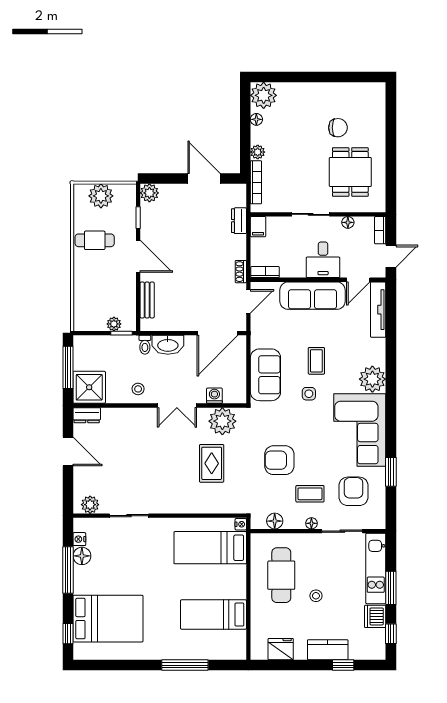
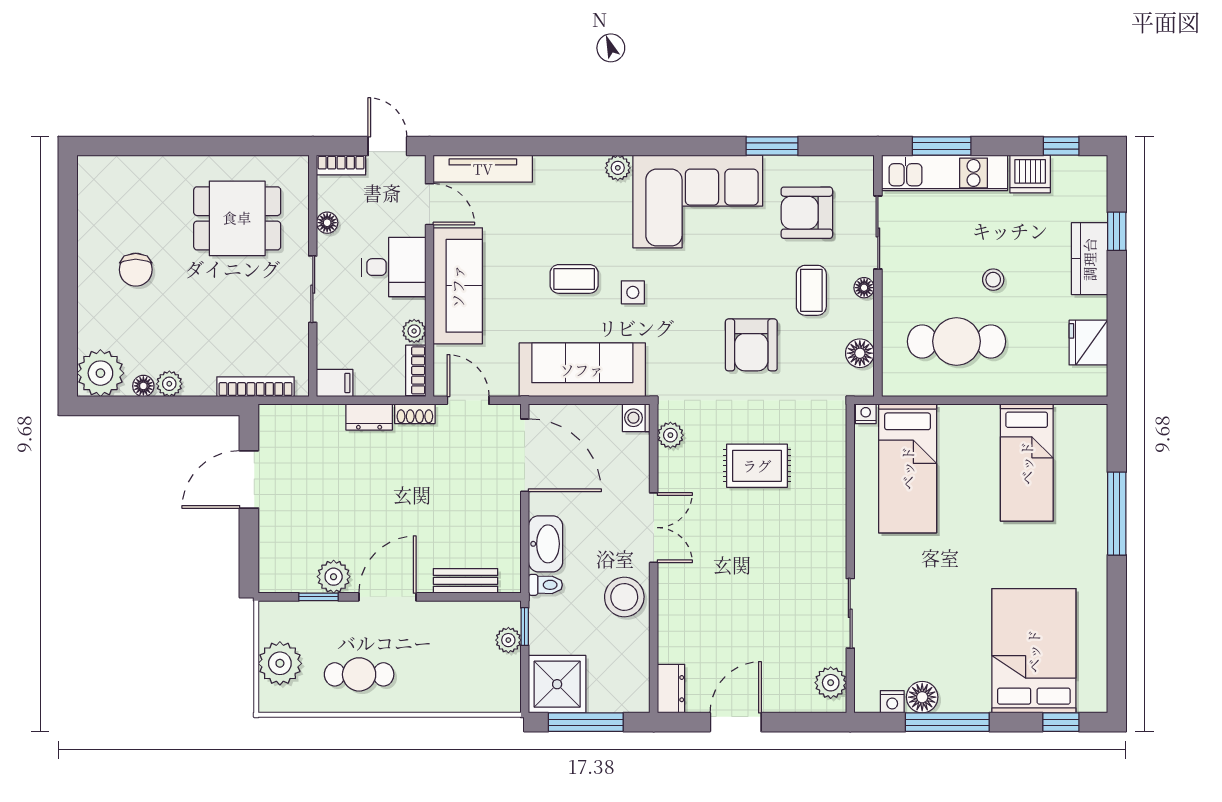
chair: (338, 128) -> (136, 270), moved, turned 180
plant: (258, 152) -> (169, 384), moved
plant: (149, 193) -> (334, 577), moved
dresser: (239, 221) -> (369, 417), moved
cafe table: (95, 240) -> (359, 674), turned 90
plant: (287, 271) -> (414, 331), added
sofa: (265, 375) -> (582, 370), width x1.36
plant: (372, 379) -> (618, 168), width x0.53, depth x0.53
shower: (89, 387) -> (557, 684), moved
stool: (138, 389) -> (624, 597), width x1.89, depth x1.89
washing machine: (214, 396) -> (636, 418), moved
plant: (222, 421) -> (670, 435), width x0.53, depth x0.53
window: (391, 588) -> (942, 146), moved

